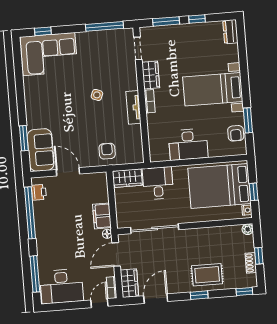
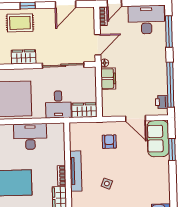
tv unit: (133, 107) -> (76, 171), width x1.41
armchair: (107, 151) -> (109, 142), moved, turned 180
wardrobe: (129, 283) -> (24, 57), moved, turned 90

